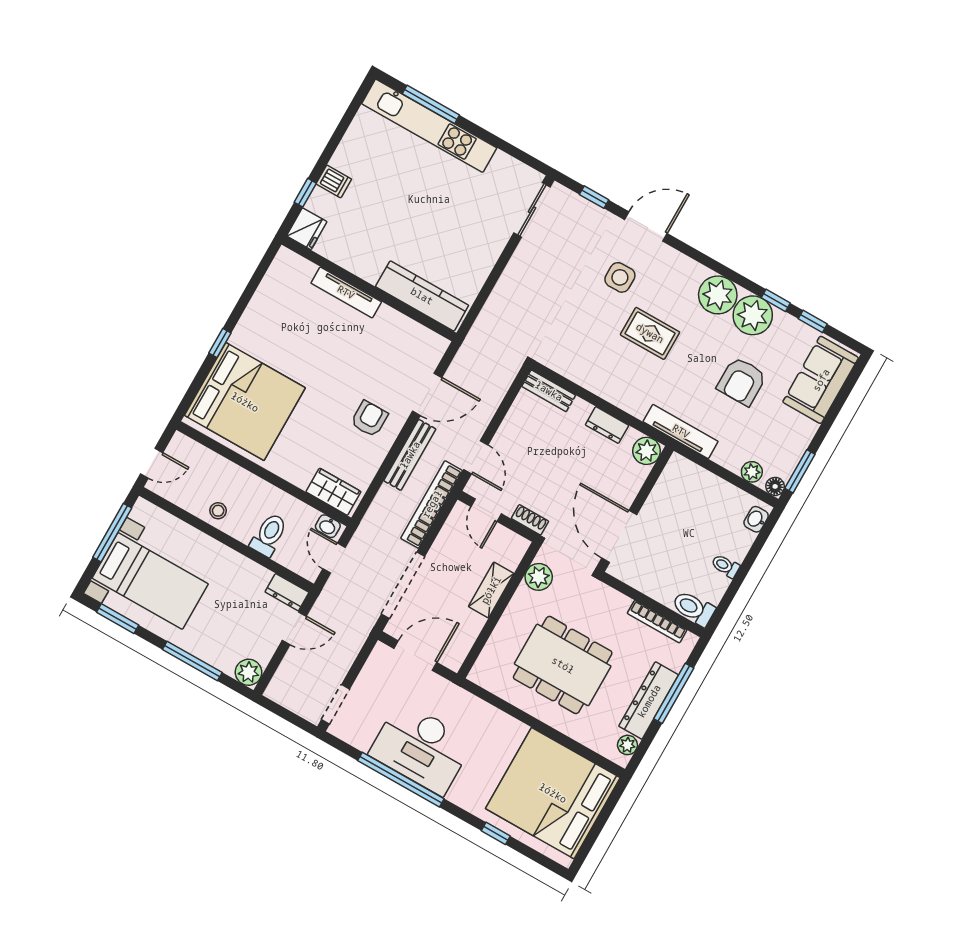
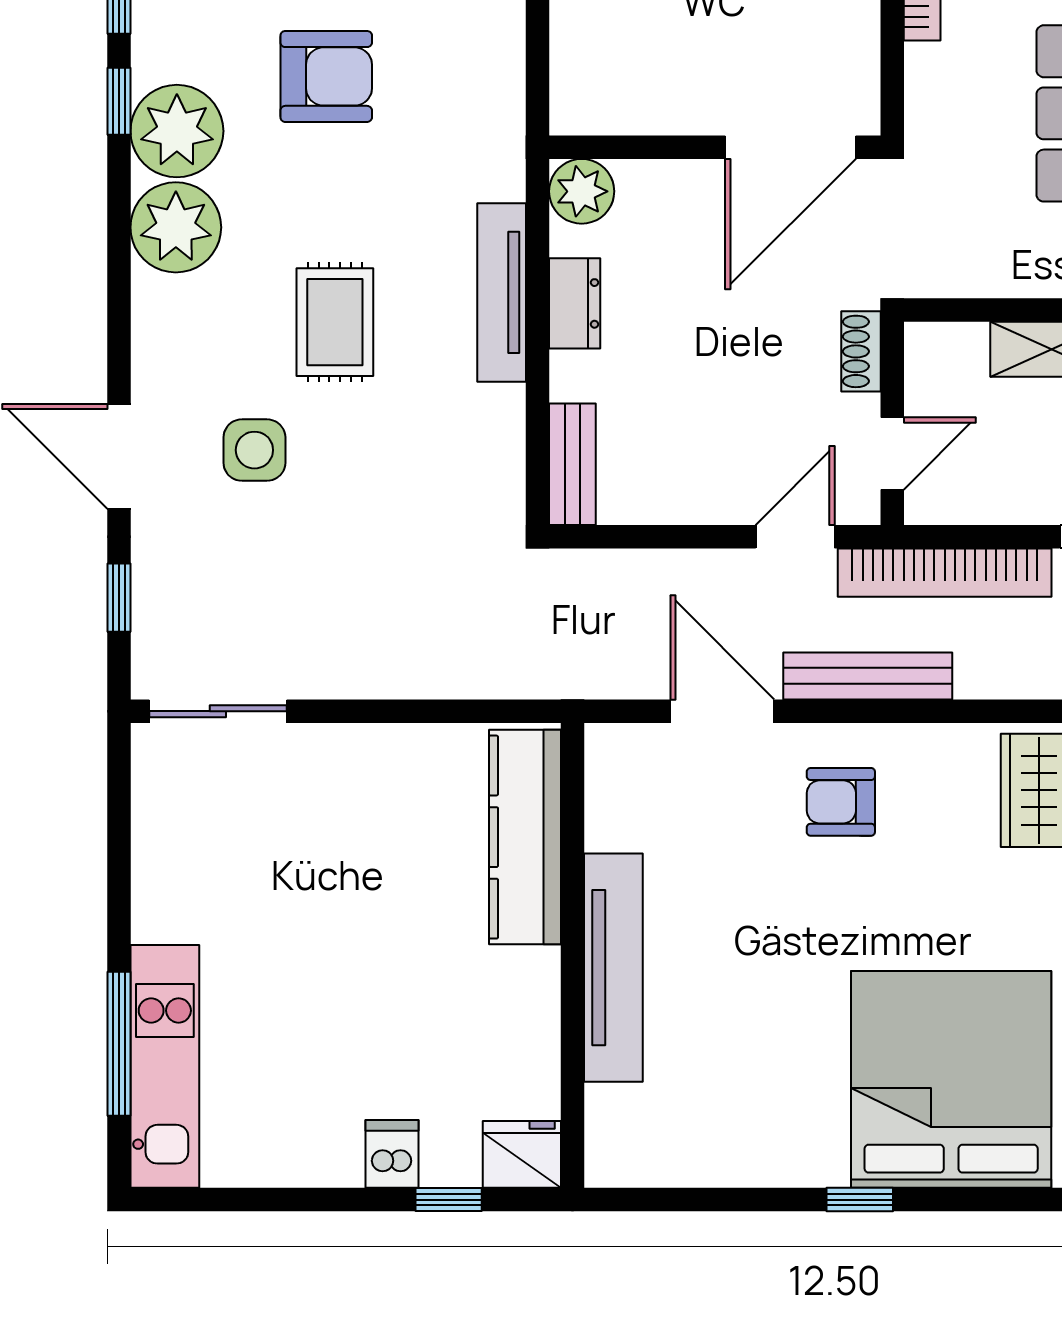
kitchen unit: (429, 126) -> (165, 1066), width x0.73
tv unit: (346, 292) -> (613, 968), width x1.36, depth x1.29
tv unit: (681, 431) -> (502, 292), moved
plant: (539, 577) -> (969, 266), removed

